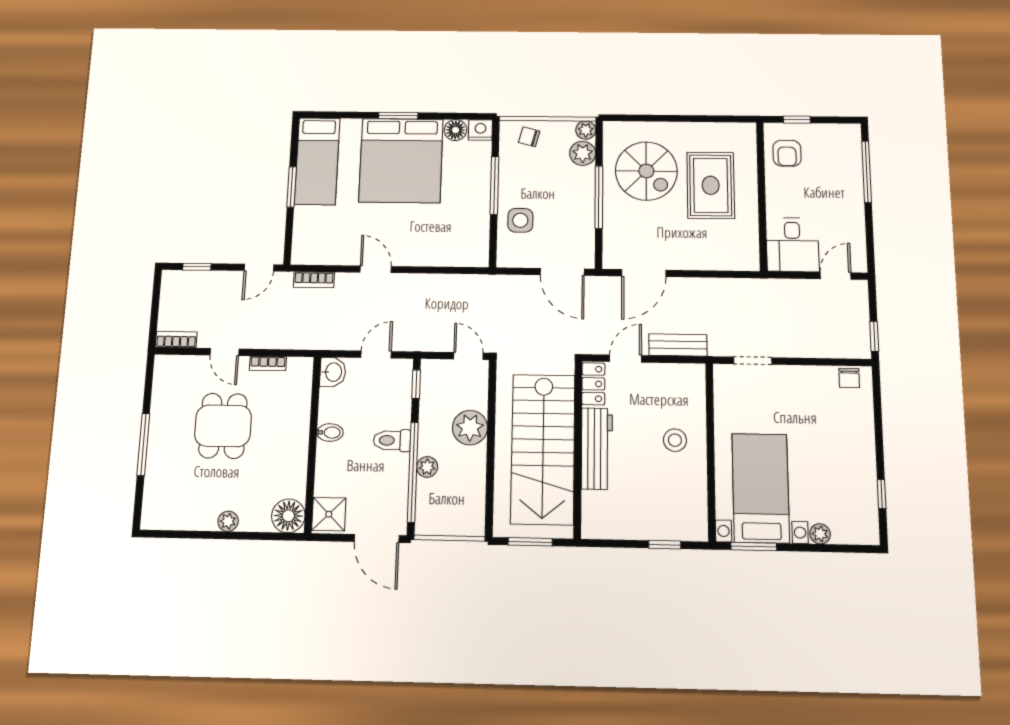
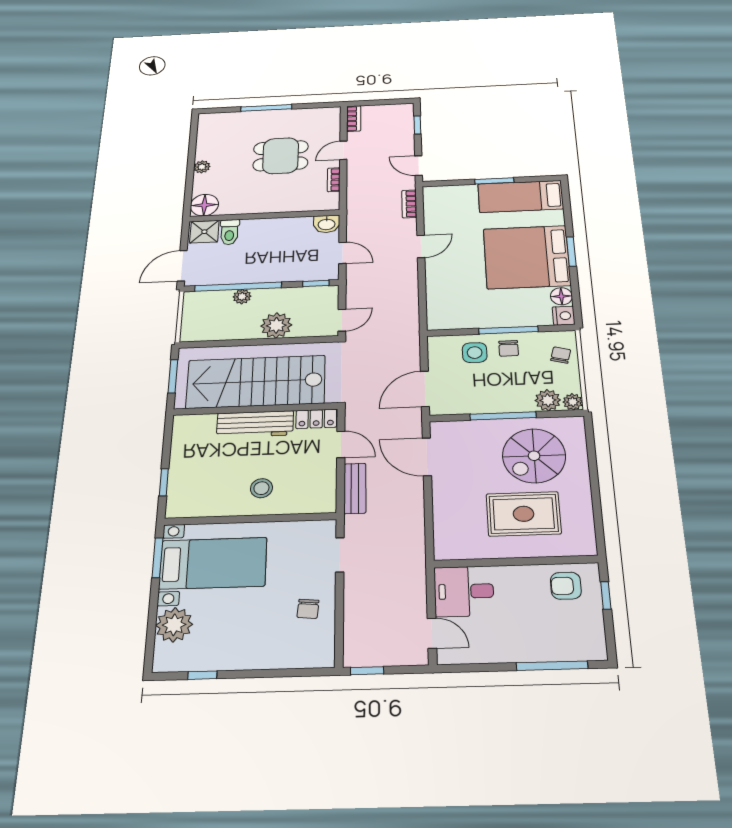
chair: (517, 186) -> (509, 348), added
chair: (849, 378) -> (308, 609), moved, turned -85
bidet: (330, 433) -> (274, 227), removed
toilet: (392, 440) -> (229, 232), moved, turned 180
plant: (820, 534) -> (174, 625), width x1.88, depth x1.88

